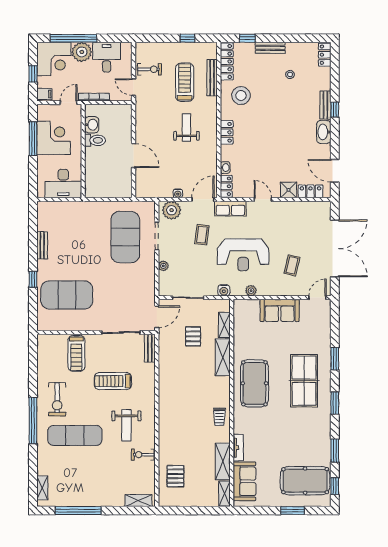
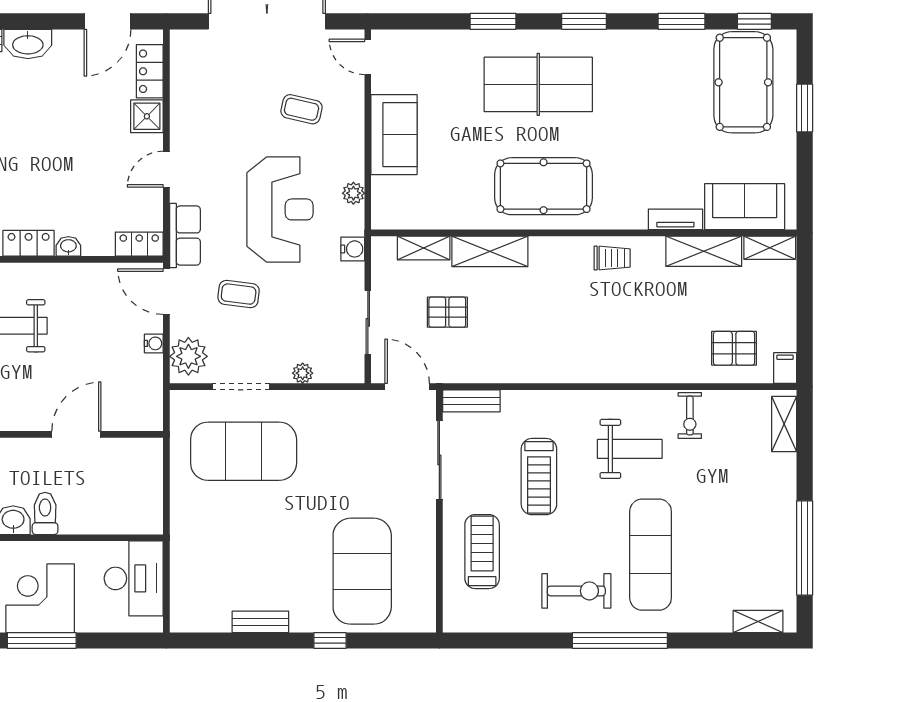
washbasin: (225, 168) -> (68, 246), moved
treadmill: (76, 353) -> (482, 552), turned -90
filing cabinet: (166, 501) -> (785, 368), added

